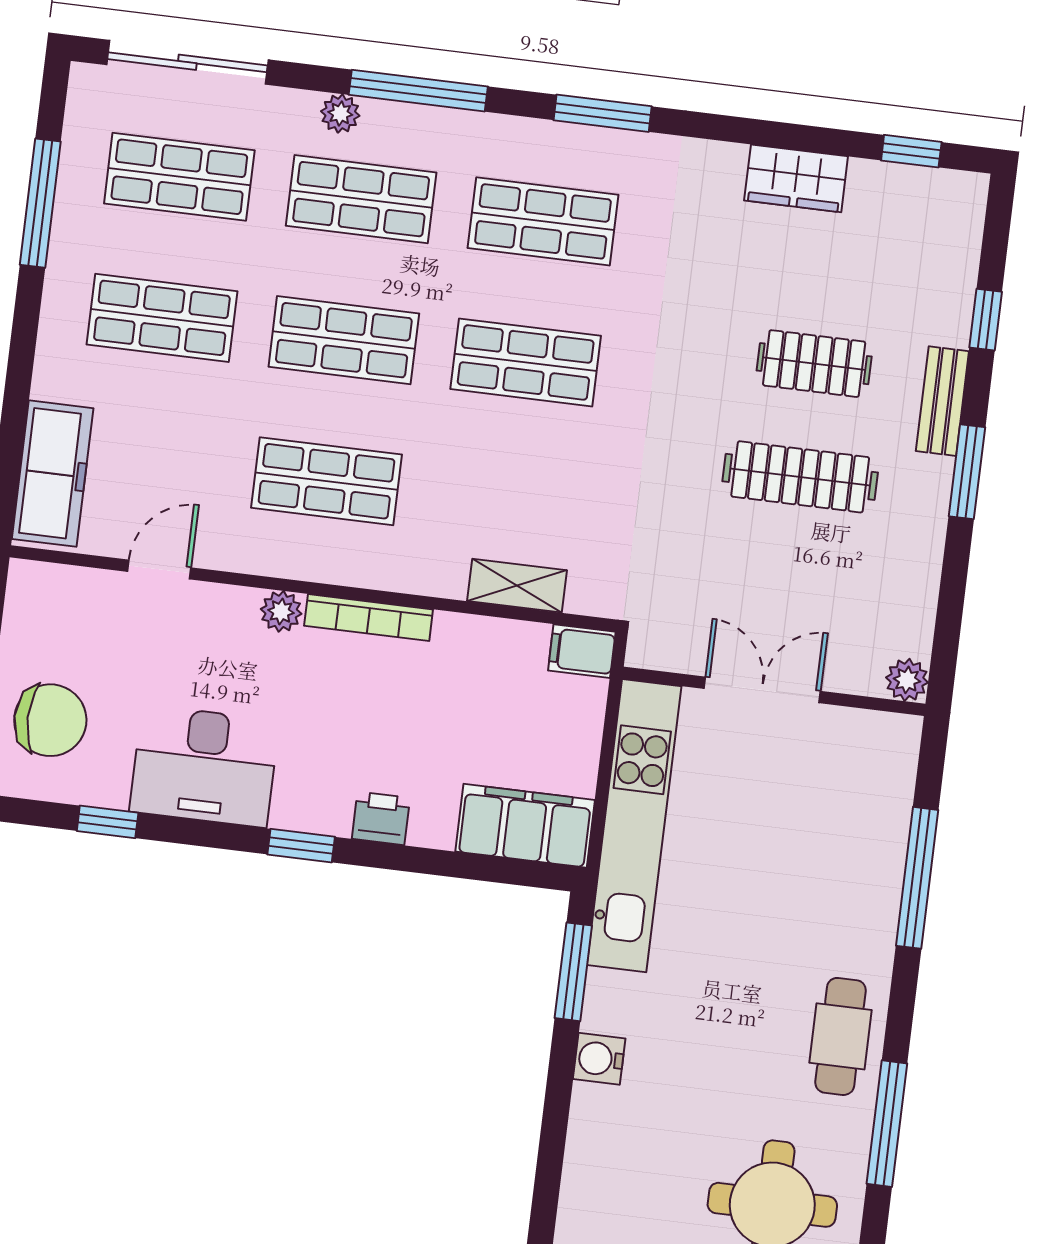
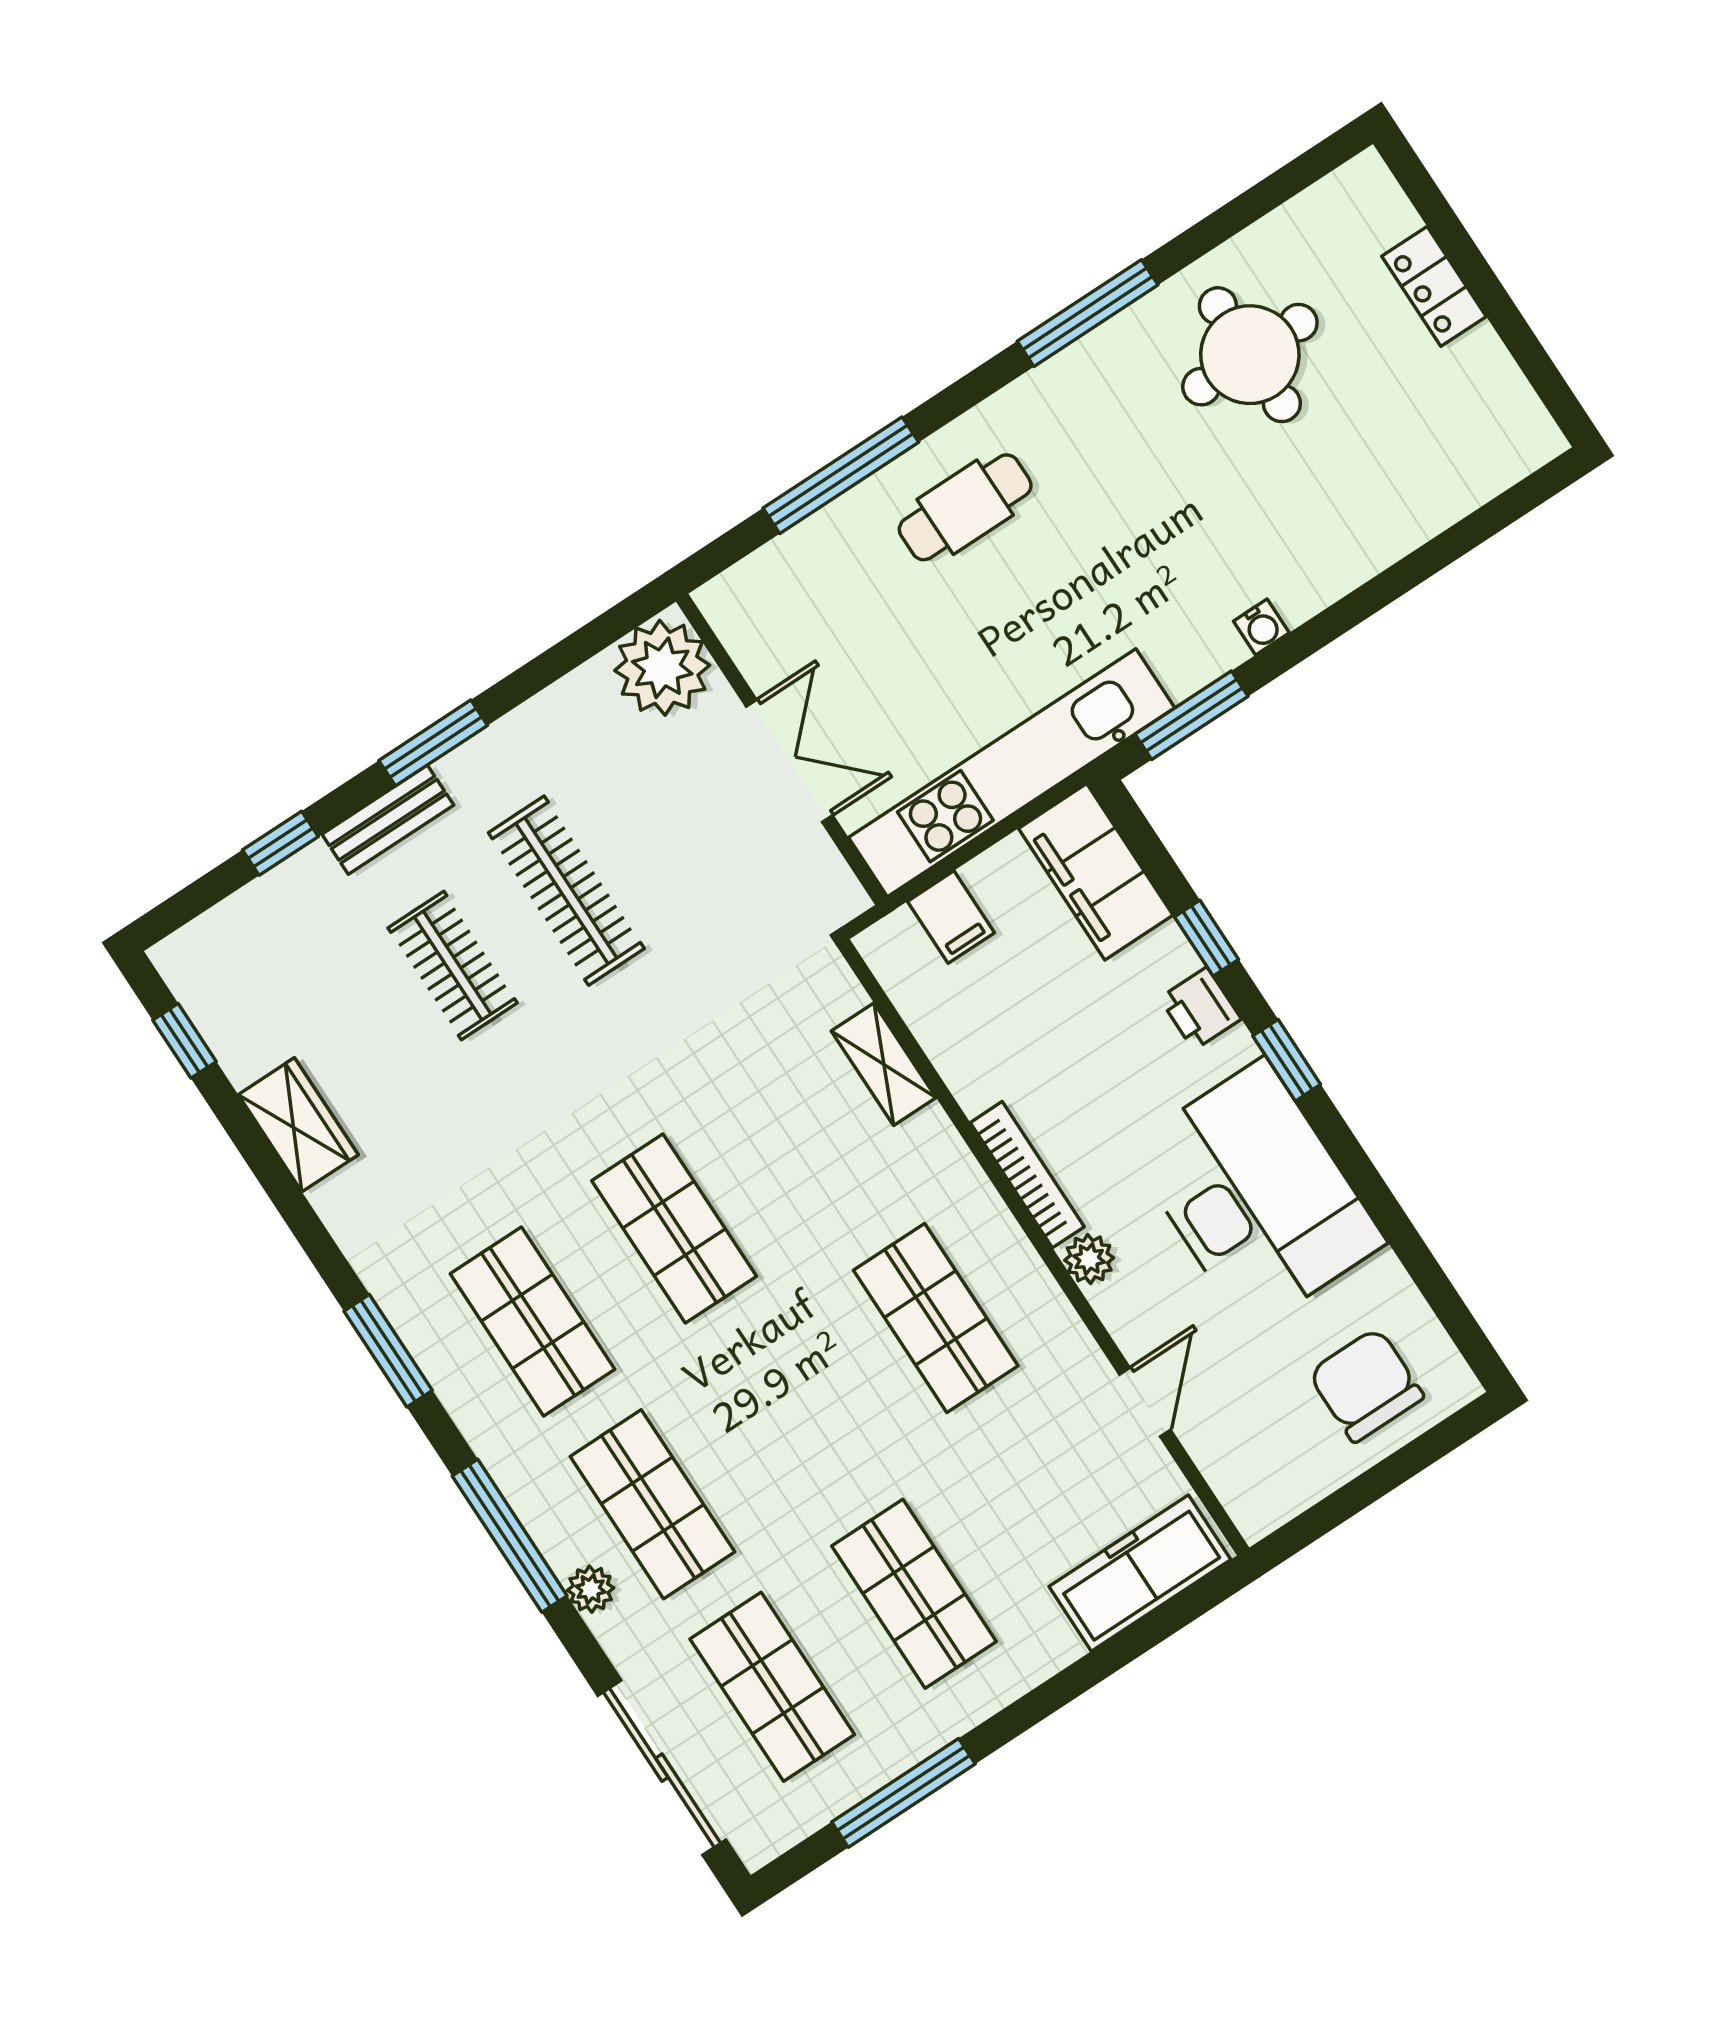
shop shelf: (344, 340) -> (794, 1411), removed
door: (159, 570) -> (1145, 1402), swing flipped
filing cabinet: (582, 651) -> (951, 917), moved
plant: (907, 680) -> (662, 668), width x1.88, depth x1.88
double door: (762, 690) -> (789, 761), swing flipped
desk: (204, 766) -> (1256, 1195), width x1.36, depth x1.30
window: (108, 822) -> (1206, 938), moved
cafe table: (841, 1036) -> (965, 507), moved
water cooler: (599, 1059) -> (1261, 627), width x0.72, depth x0.72

